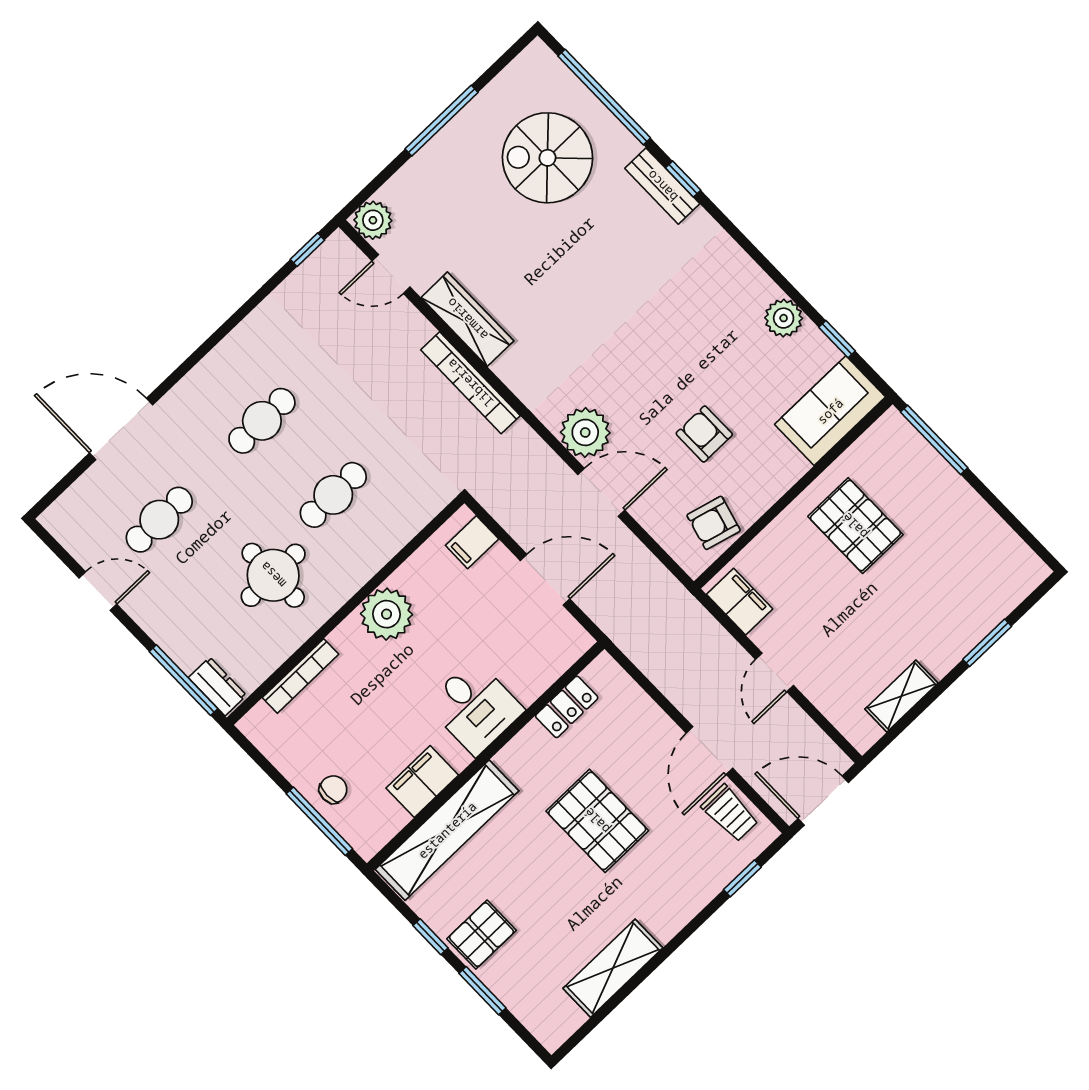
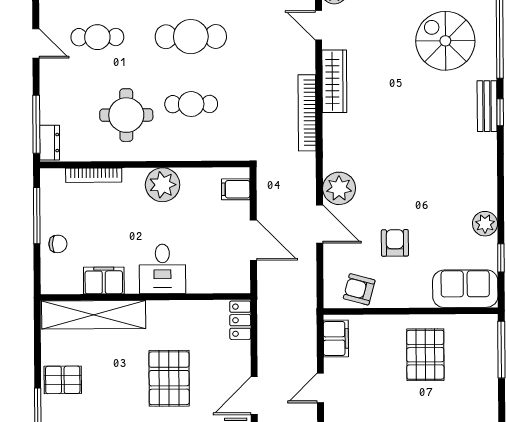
cafe table: (262, 421) -> (191, 37), width x1.37, depth x1.35
locker: (567, 707) -> (240, 320), moved, turned 90
window: (319, 821) -> (37, 216), moved
window: (431, 937) -> (38, 358), removed

